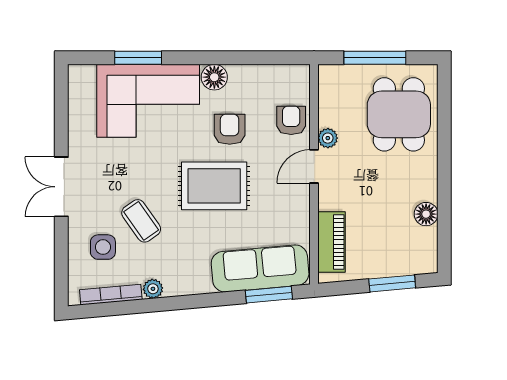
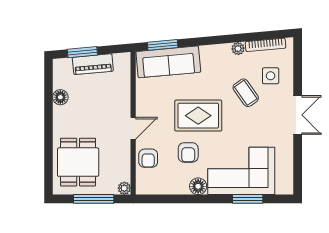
plant: (328, 138) -> (124, 188), moved
piano: (331, 242) -> (93, 64), moved, turned -95

